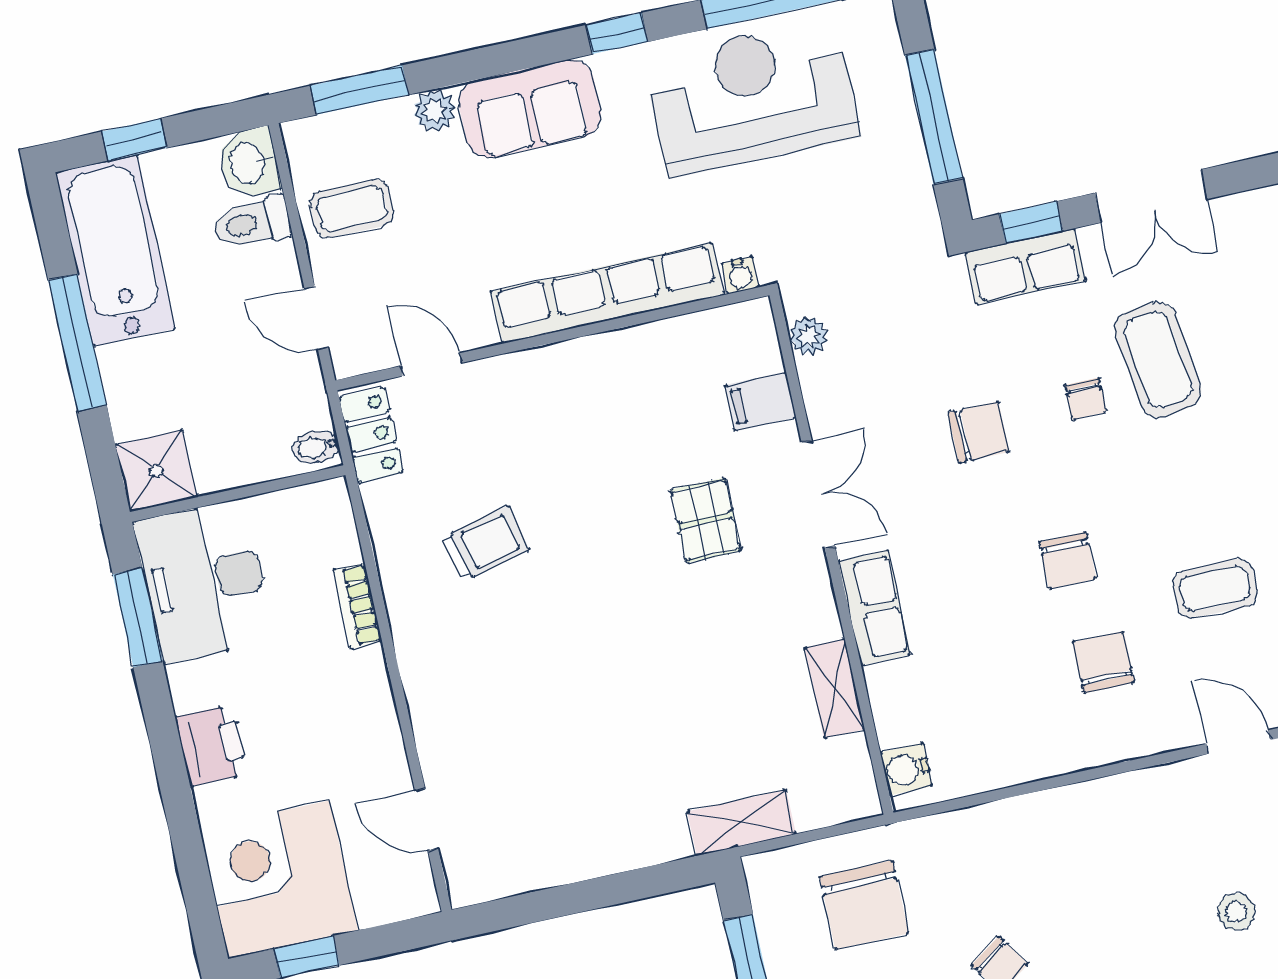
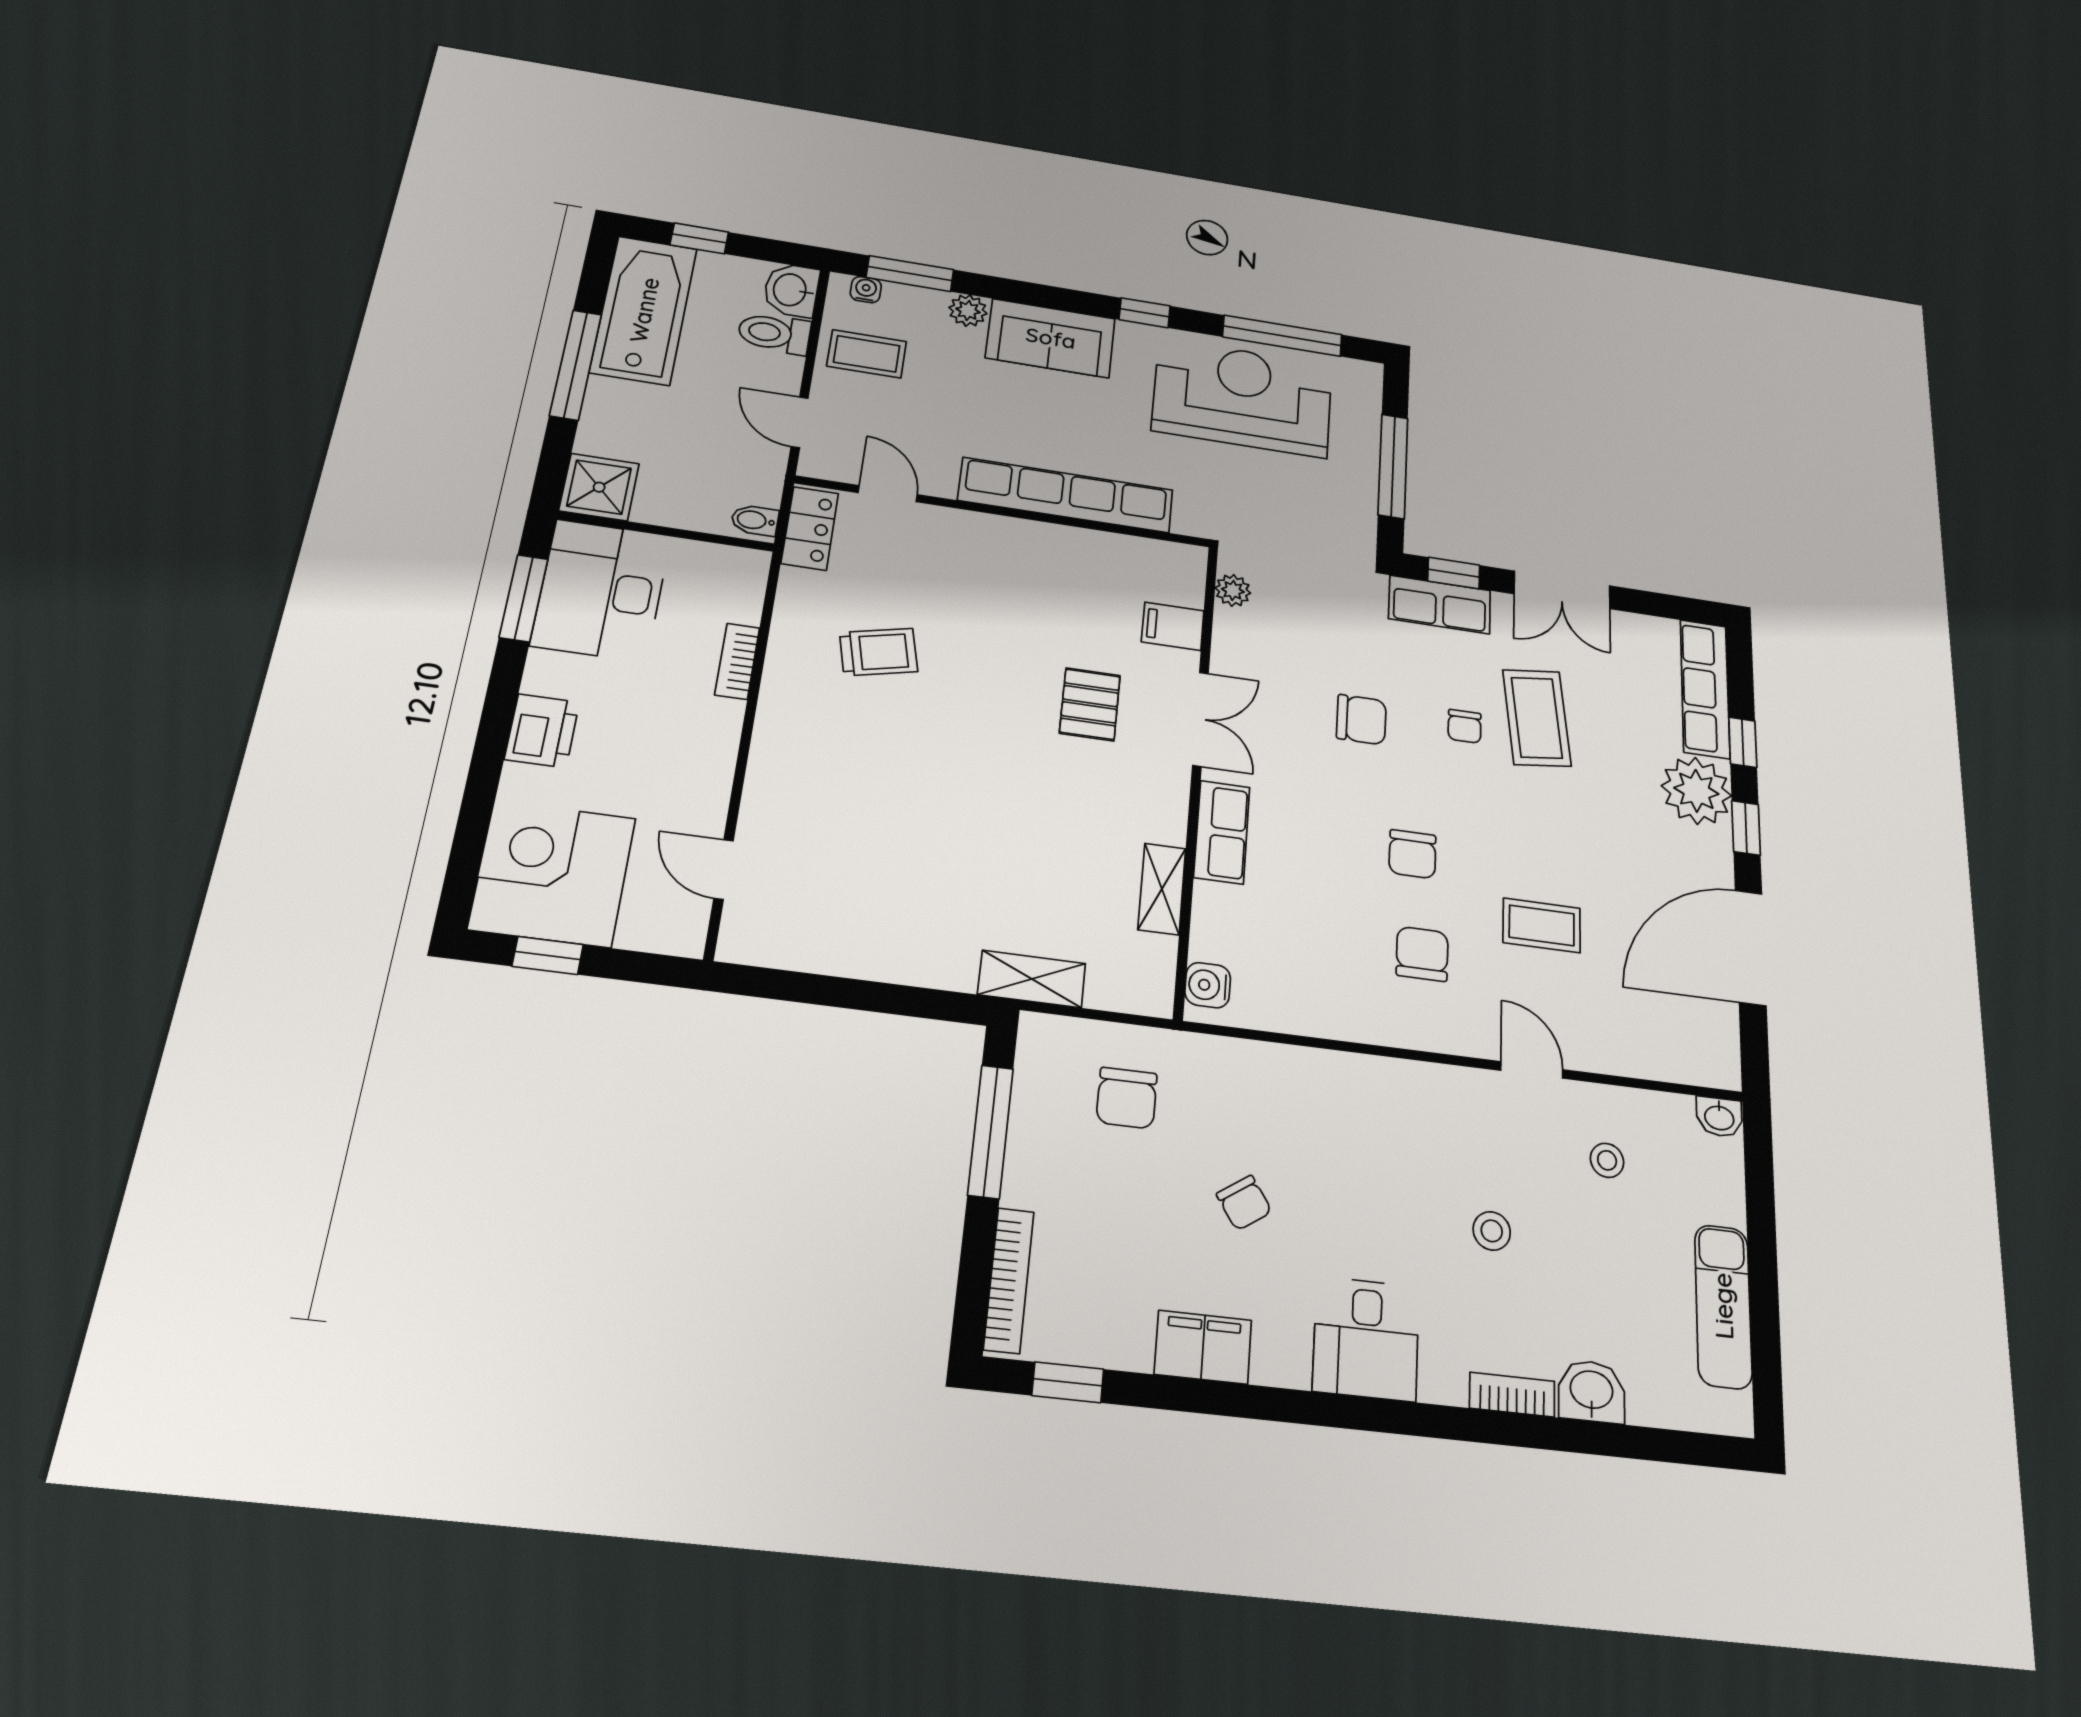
water cooler: (740, 275) -> (866, 290), moved, turned 180
chair: (864, 905) -> (1127, 1098), width x0.73, depth x0.73

